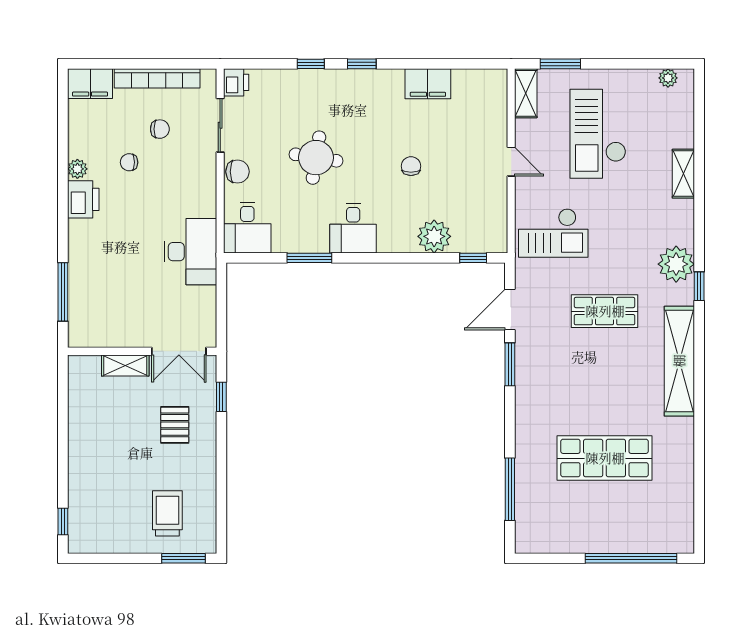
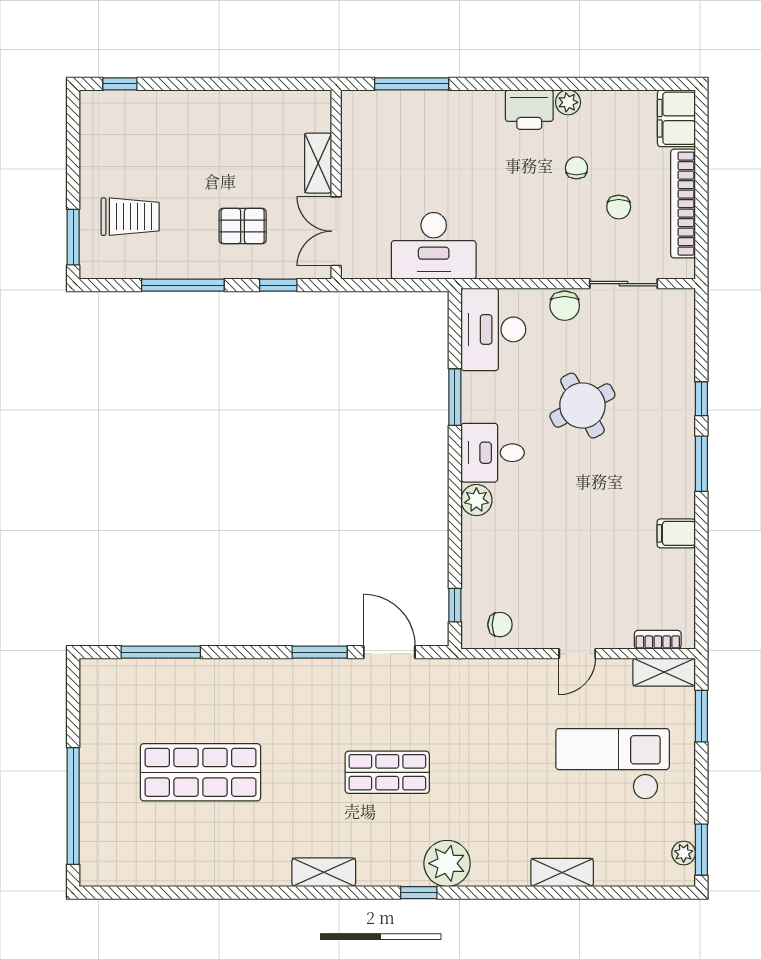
window: (362, 64) -> (701, 464), width x1.50
window: (665, 64) -> (701, 850), added
printer: (236, 82) -> (678, 304), removed
filing cabinet: (428, 84) -> (676, 533), width x0.50
bookcase: (500, 98) -> (658, 640), added
round table: (316, 158) -> (582, 406), turned -37
chair: (411, 166) -> (500, 625), moved
desk: (247, 228) -> (493, 329), width x1.37
checkout: (553, 233) -> (487, 707), removed
plant: (434, 236) -> (476, 500), moved, width x0.73, depth x0.73
desk: (190, 252) -> (434, 246), moved
shop shelf: (605, 311) -> (387, 772), turned 90
shelving: (679, 361) -> (324, 872), width x0.45, depth x0.75
shop shelf: (605, 458) -> (200, 772), turned 90
window: (221, 472) -> (183, 285), added

